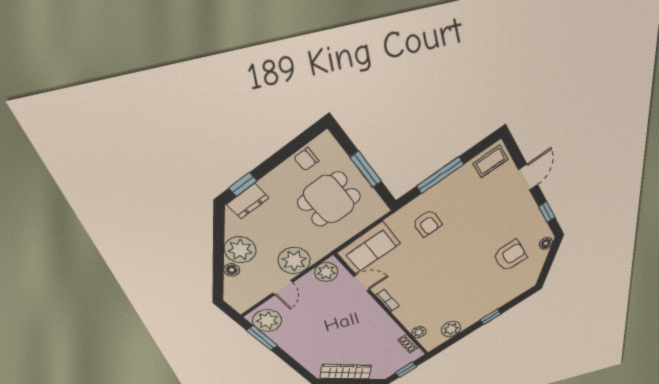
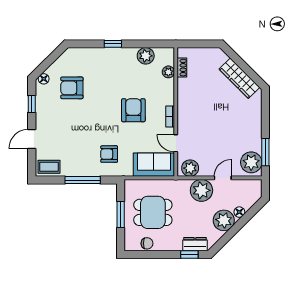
armchair: (427, 223) -> (109, 154), turned -90
armchair: (430, 280) -> (133, 110), added
window: (406, 370) -> (200, 44), removed

